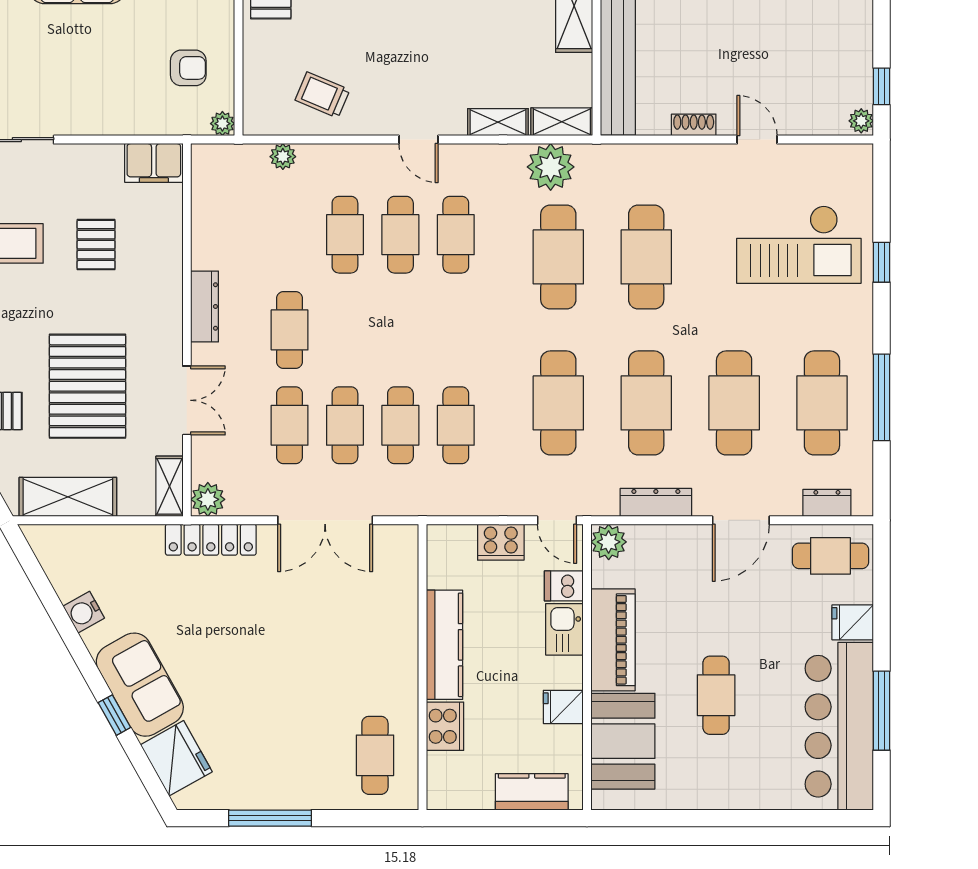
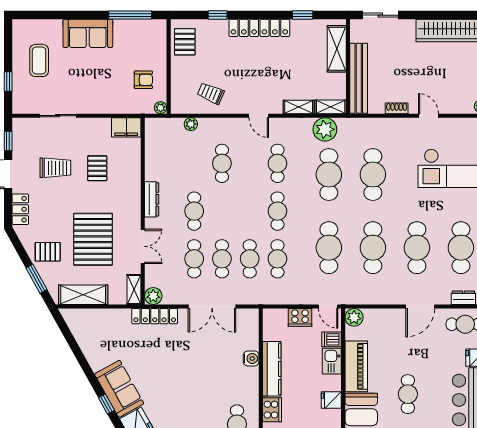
cafe table: (400, 235) -> (277, 211), moved
dresser: (656, 502) -> (378, 297), removed
water cooler: (84, 612) -> (251, 358), moved, turned -151

